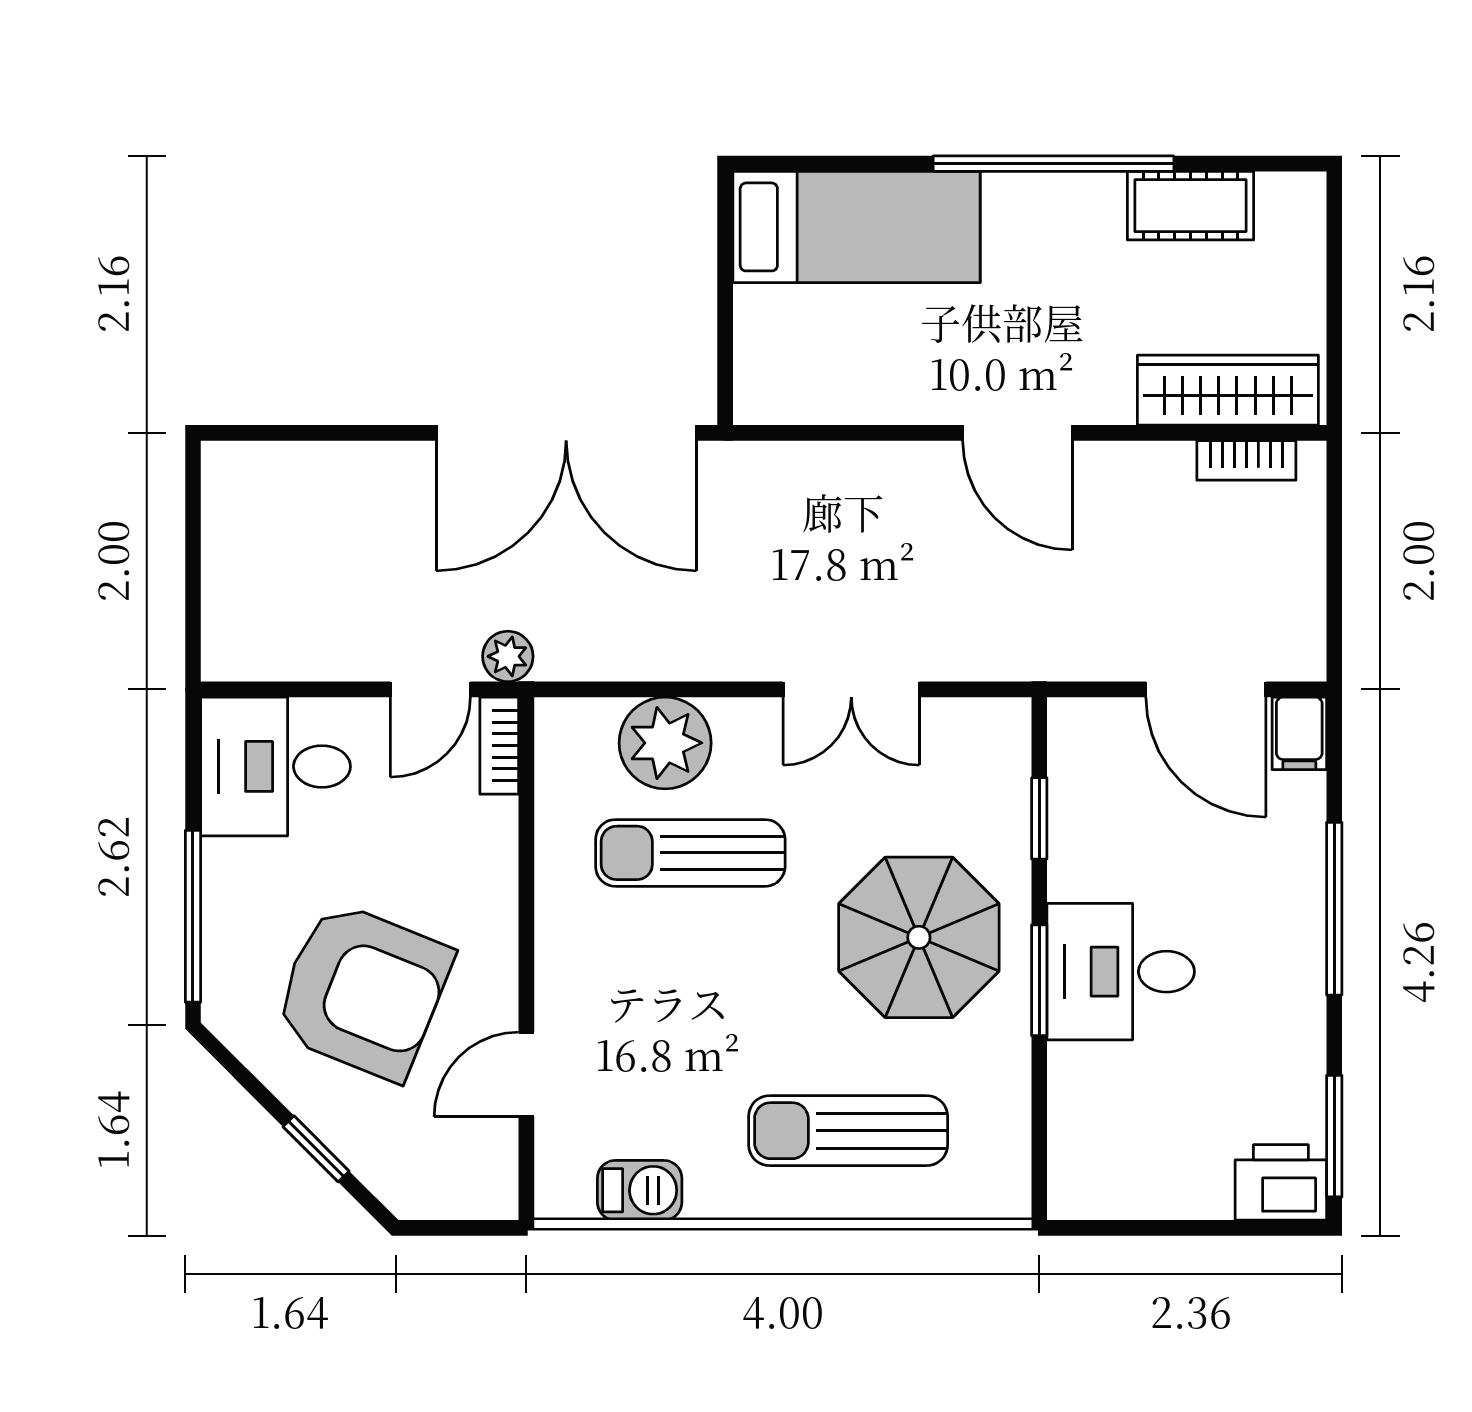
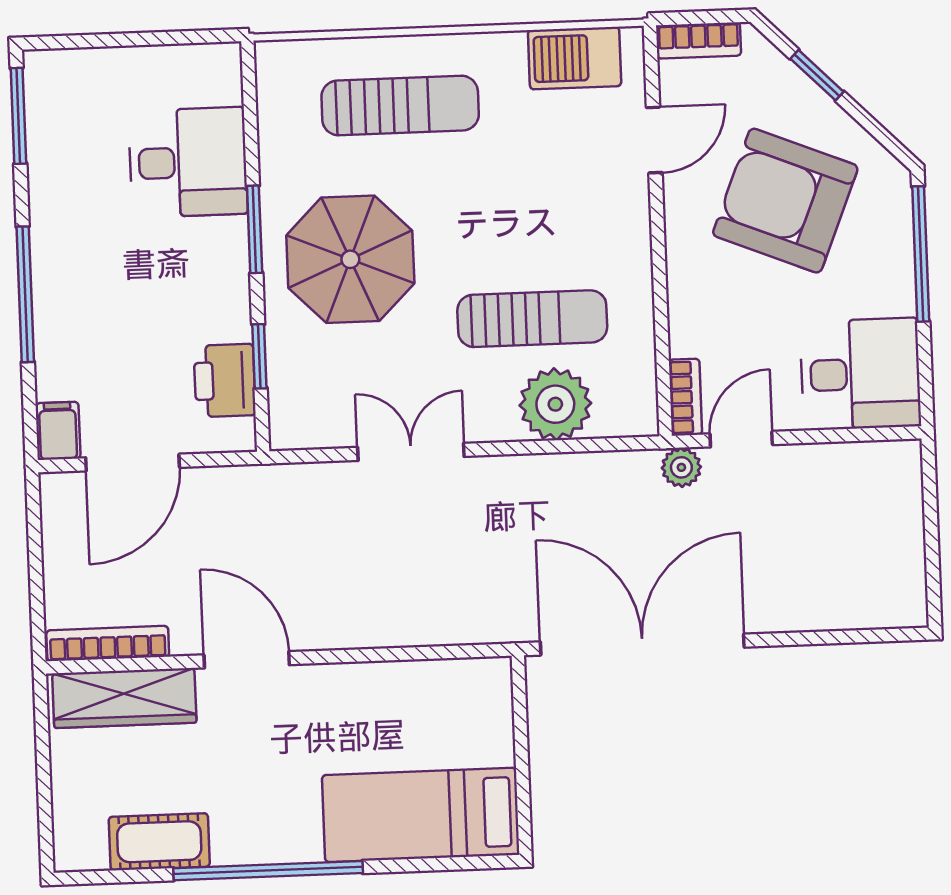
door: (1017, 433) -> (247, 660), moved
bookcase: (1246, 460) -> (108, 643), width x1.56
door: (1206, 689) -> (133, 463), swing flipped
desk: (1121, 972) -> (188, 162), moved
printer: (1281, 1182) -> (225, 380), moved, turned 90
barbecue: (640, 1190) -> (575, 58), width x1.38, depth x1.27
bookcase: (465, 1199) -> (699, 40), added

